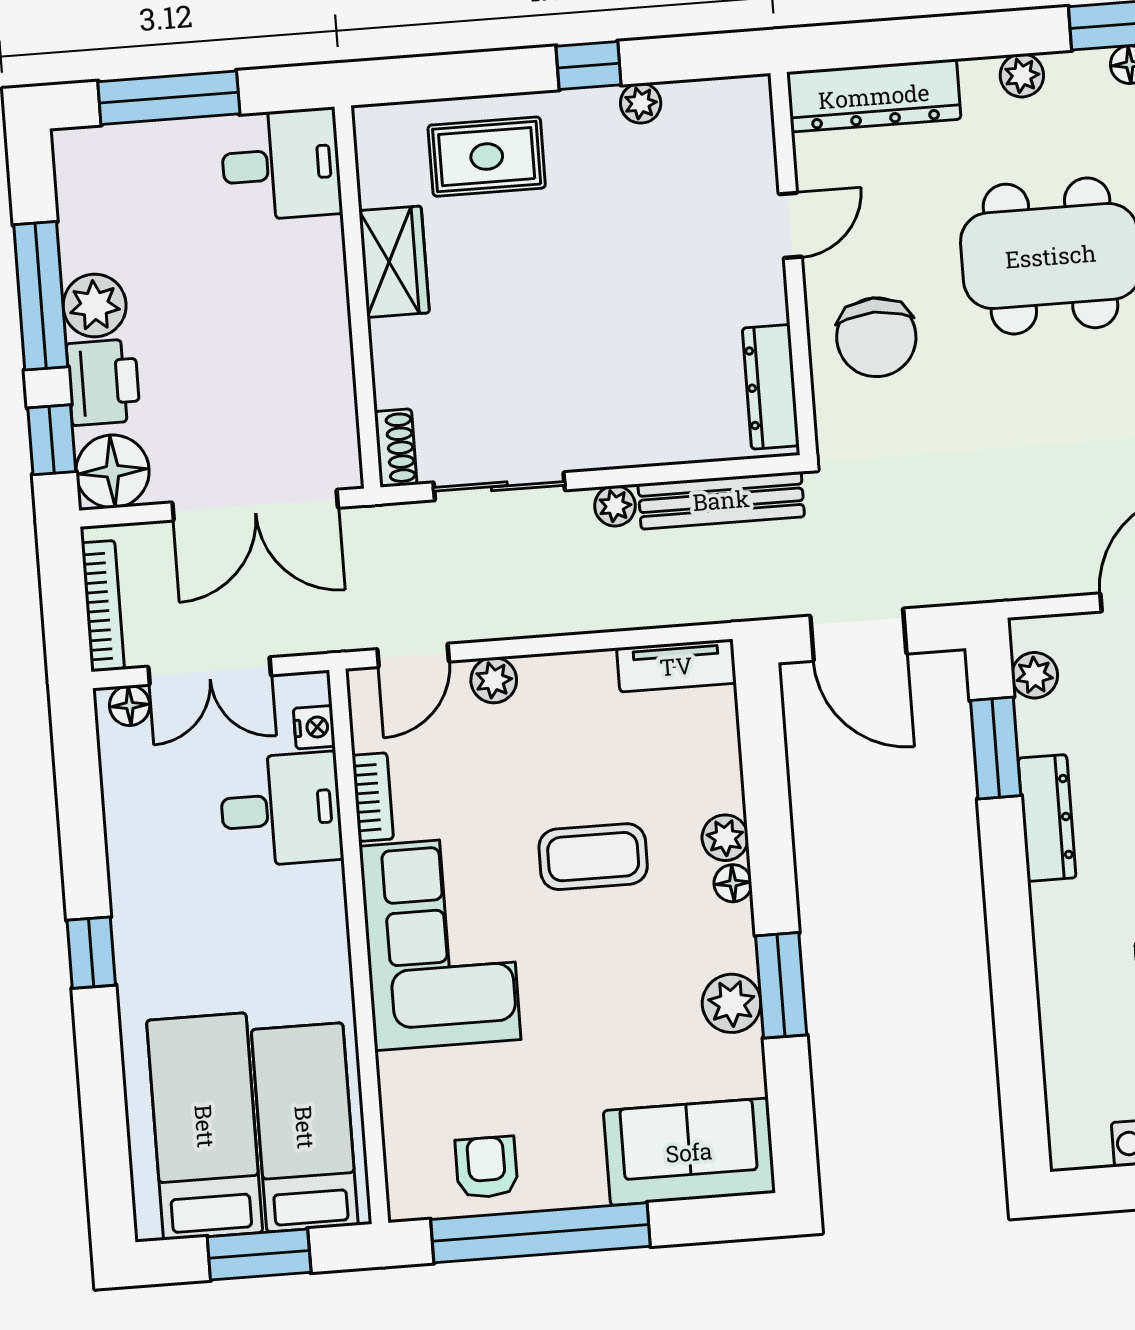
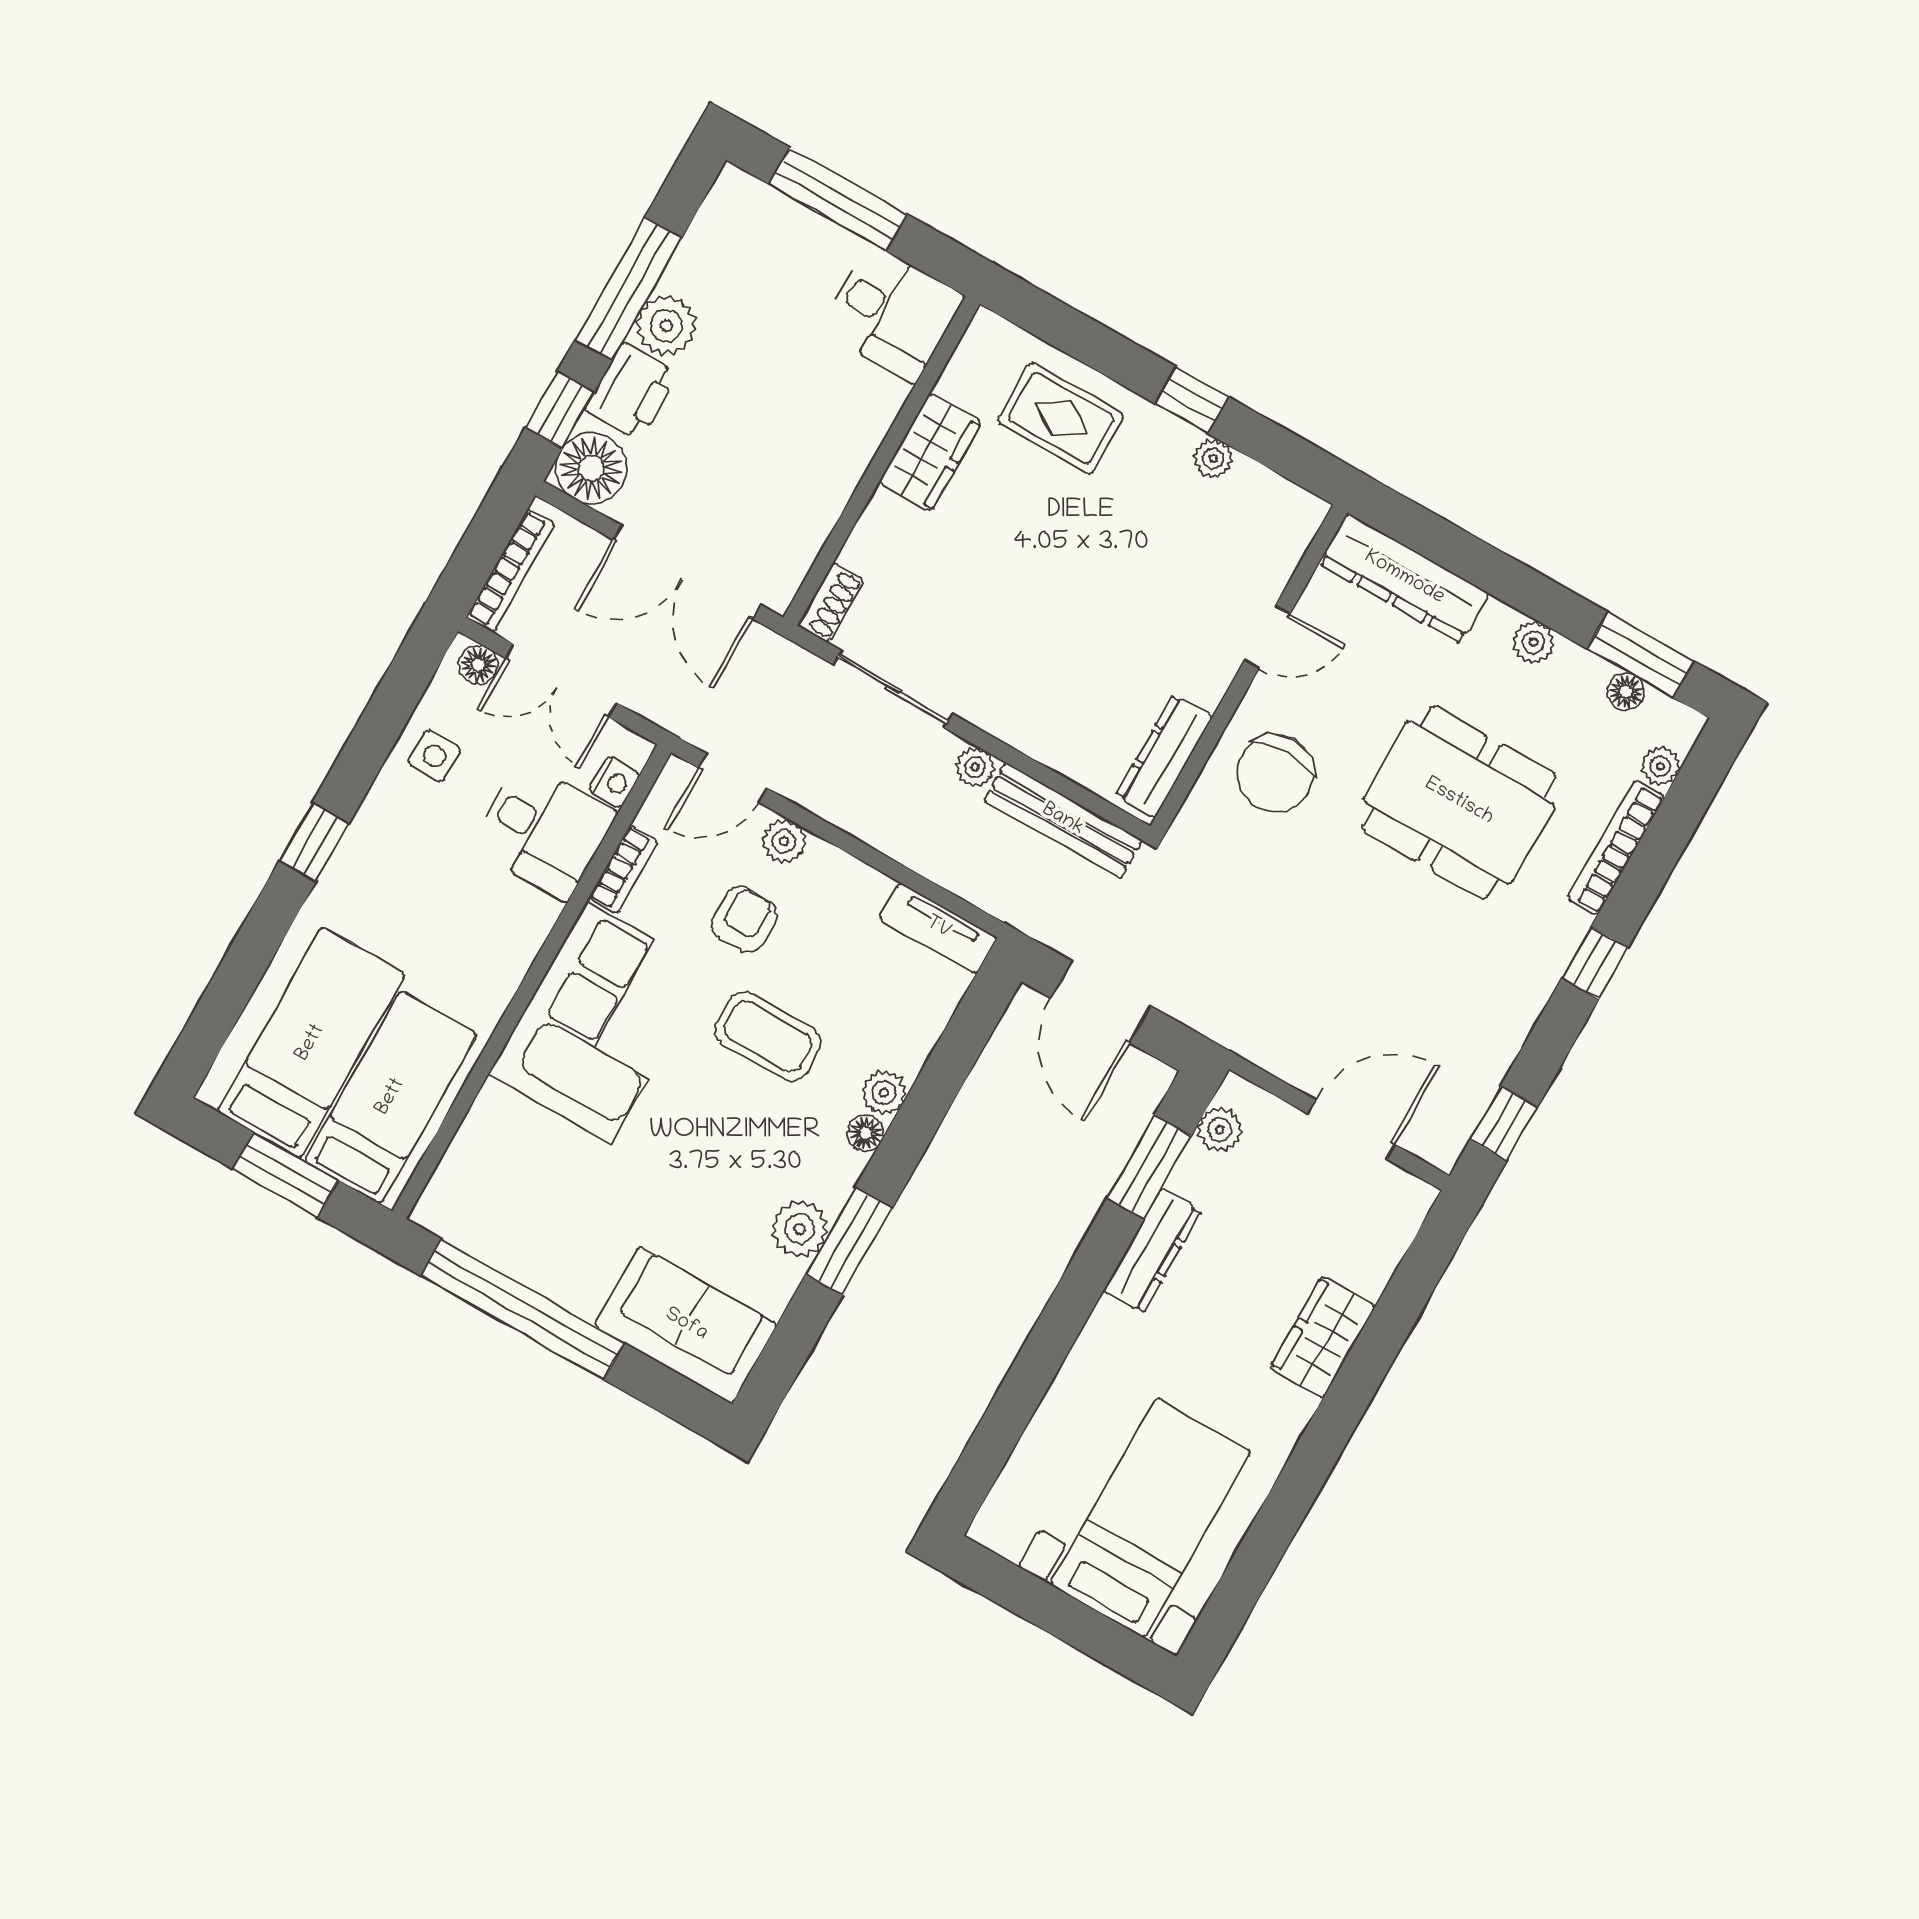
side table: (144, 809) -> (434, 756), added
armchair: (486, 1167) -> (744, 919), moved

